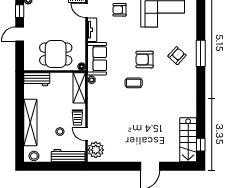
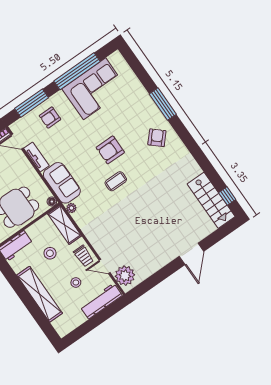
armchair: (177, 56) -> (157, 138), moved
stool: (34, 156) -> (50, 253), moved

